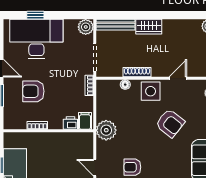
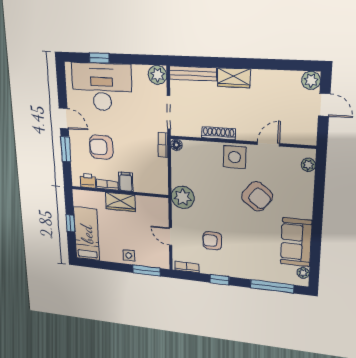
floor lamp: (125, 85) -> (176, 145), moved
filing cabinet: (85, 121) -> (126, 182), moved
printer: (70, 123) -> (88, 181), moved
wardrobe: (49, 140) -> (120, 202), added

